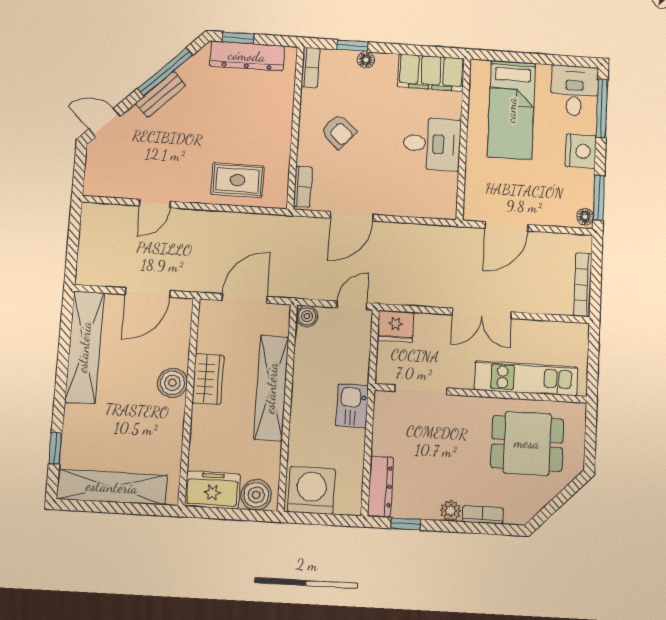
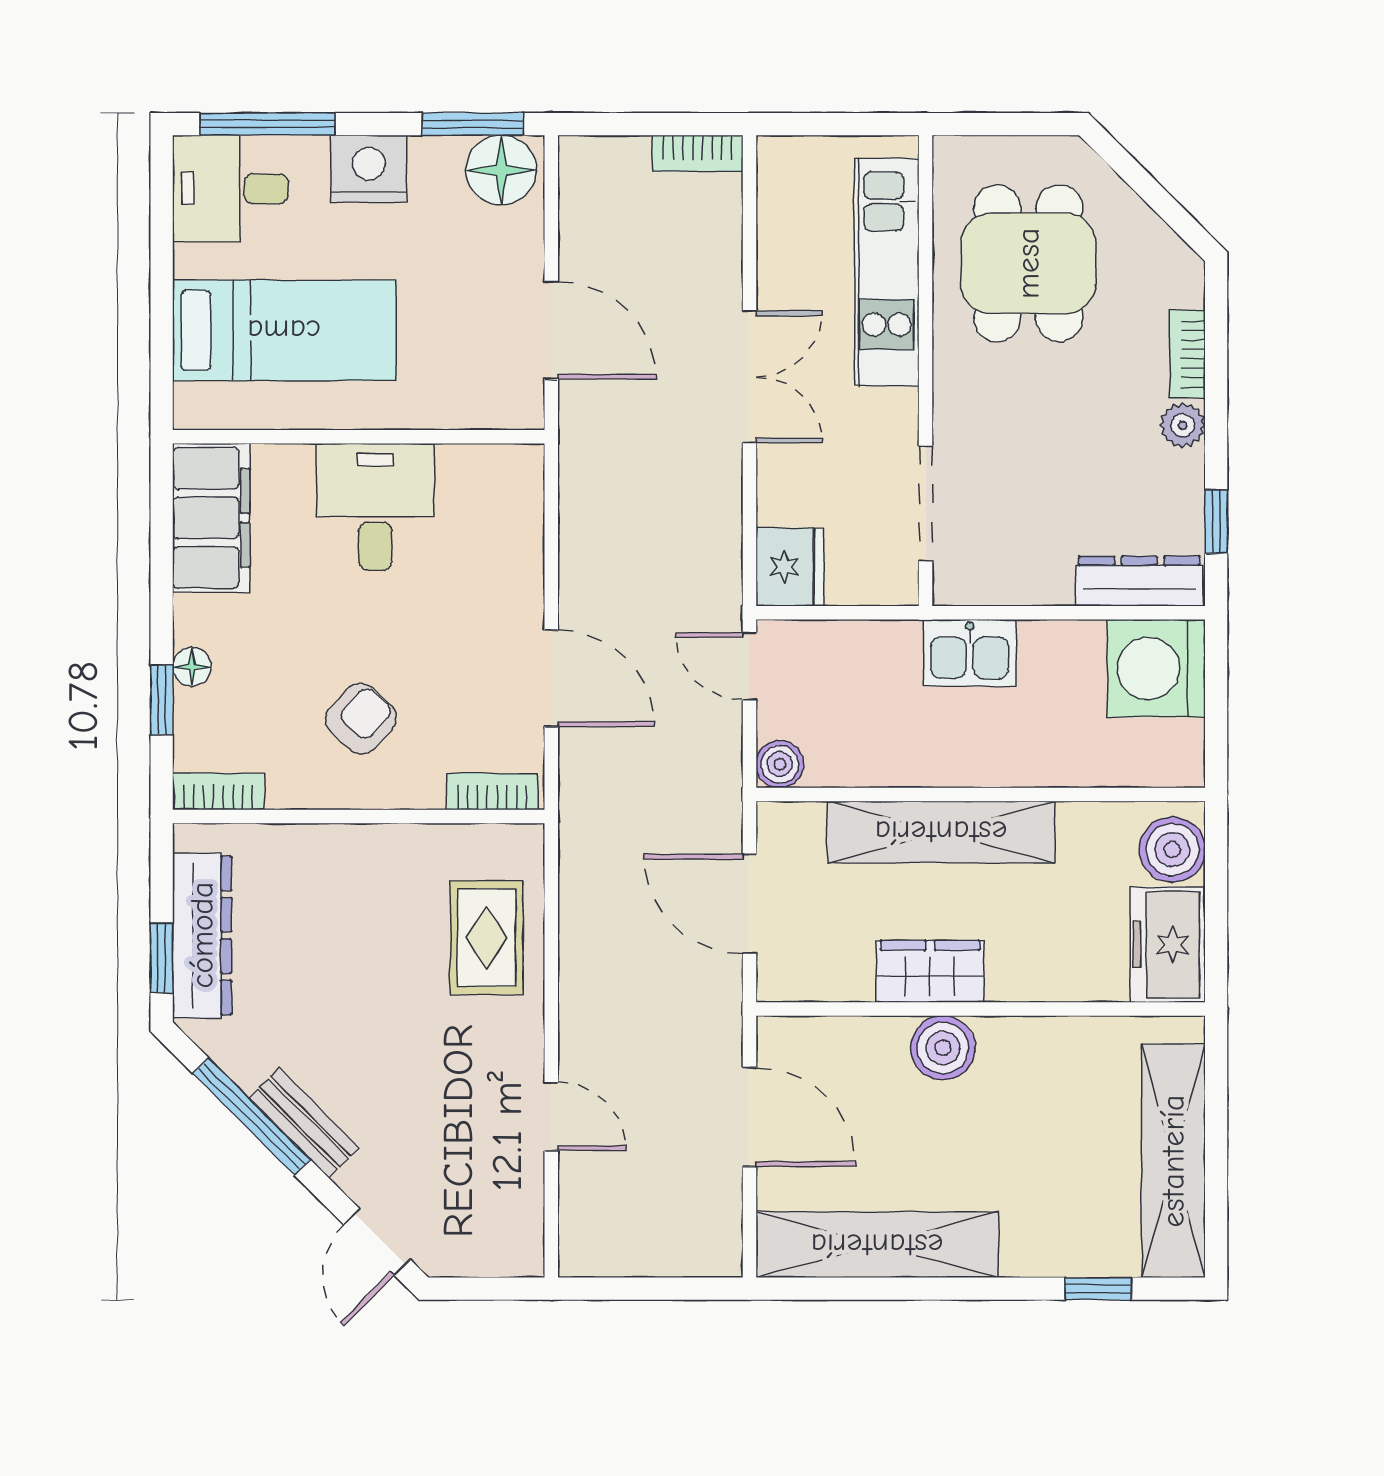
floor lamp: (585, 217) -> (501, 170), width x1.89, depth x1.89
bookcase: (583, 285) -> (697, 153), width x0.64
washing machine: (312, 490) -> (1156, 668), moved

